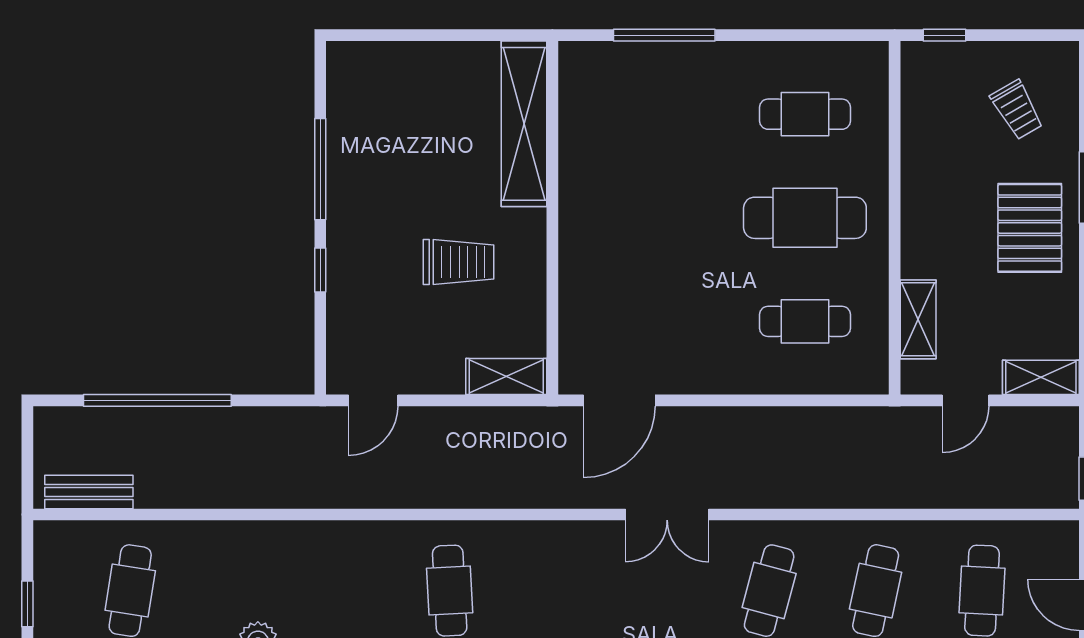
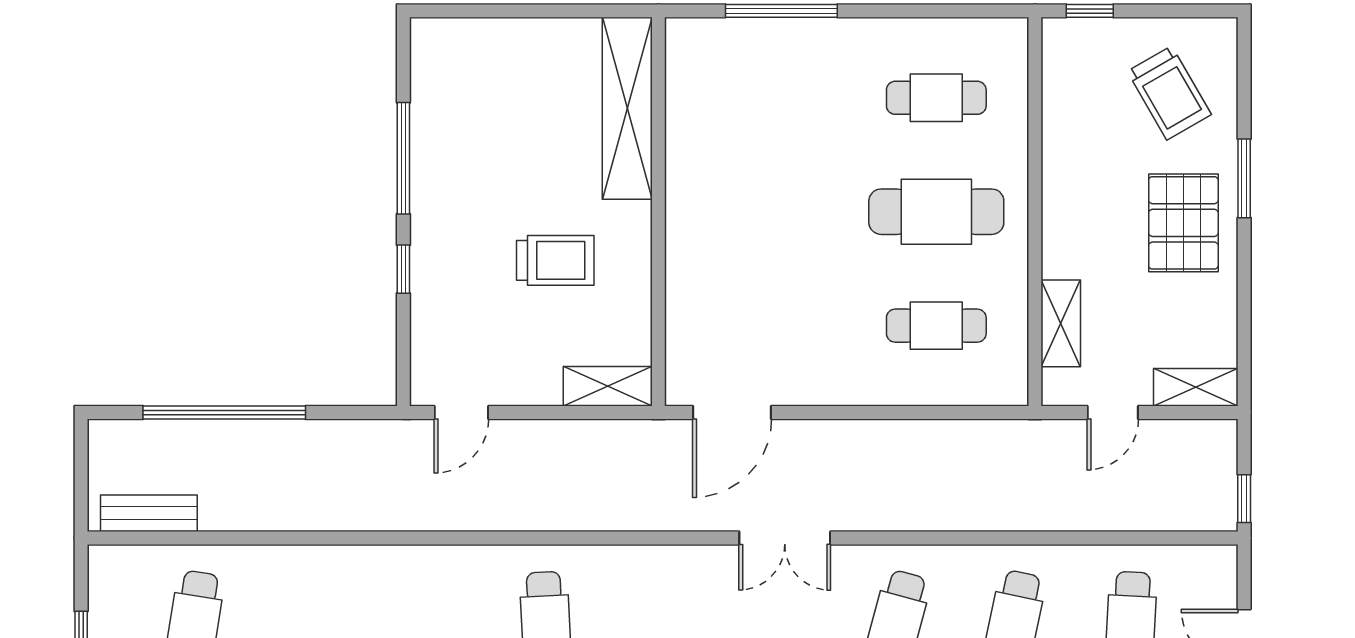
trolley: (1017, 110) -> (1169, 93), width x1.36, depth x1.39

